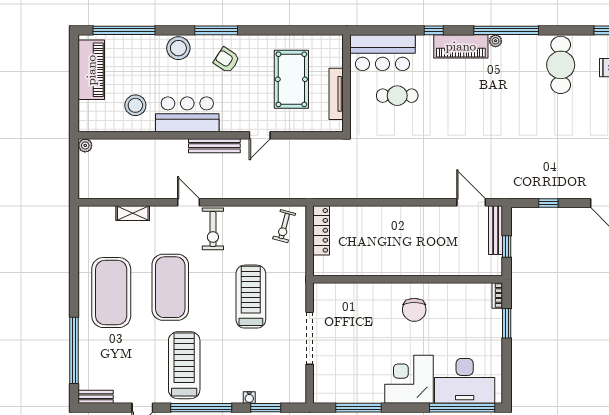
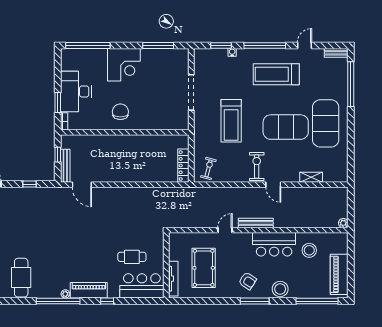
tv unit: (336, 94) -> (173, 279), moved
exercise mat: (170, 287) -> (286, 127), turned 90
treadmill: (184, 365) -> (276, 74), turned 90
desk: (465, 381) -> (76, 91), moved, turned -90

